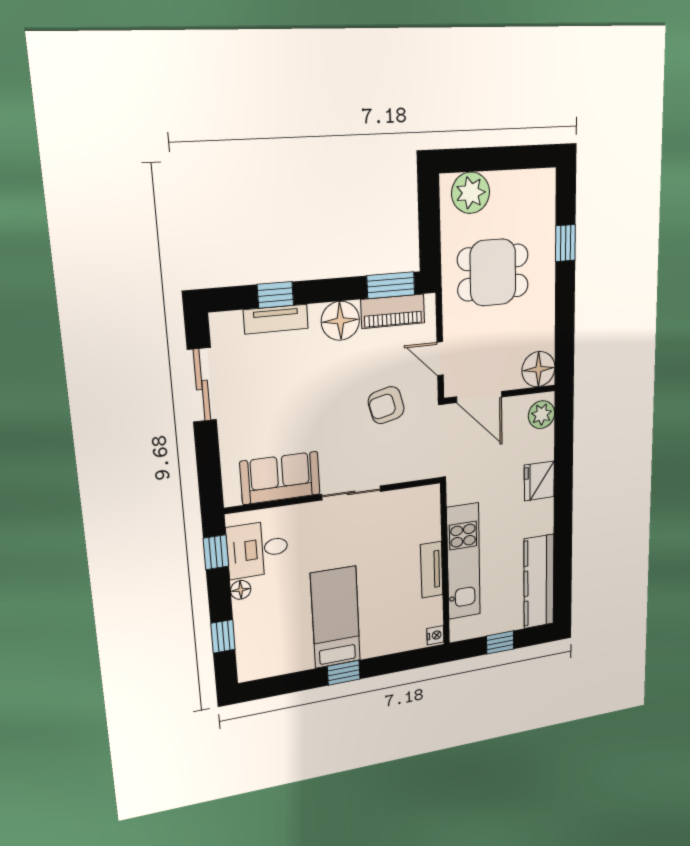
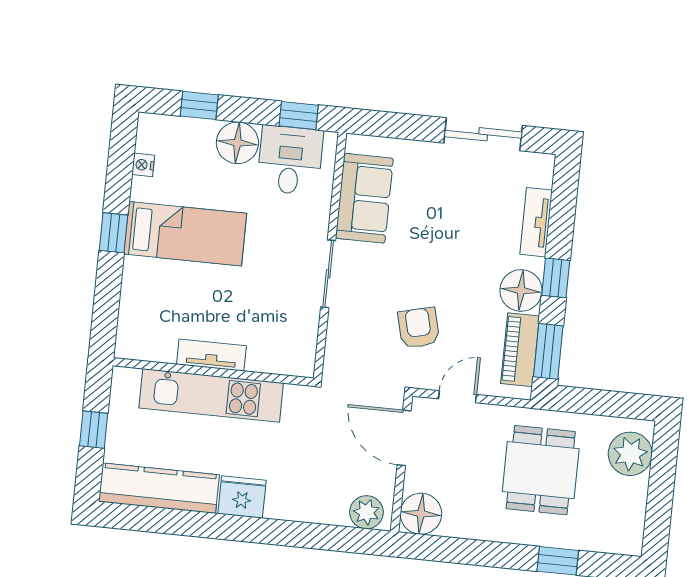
window: (275, 295) -> (556, 278), moved
door: (479, 397) -> (404, 438), hinge flipped
fridge: (539, 481) -> (242, 497), moved
floor lamp: (241, 590) -> (237, 143), width x1.89, depth x1.89
nightstand: (435, 635) -> (143, 165), moved, turned 90

